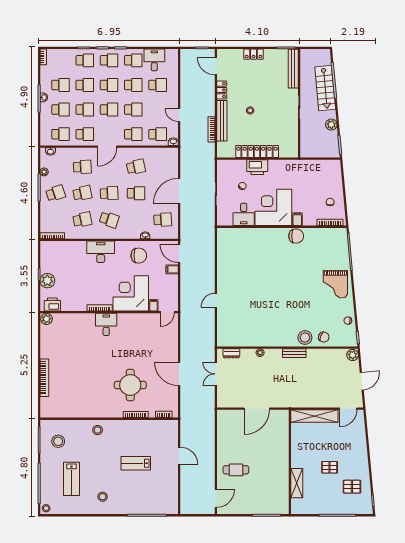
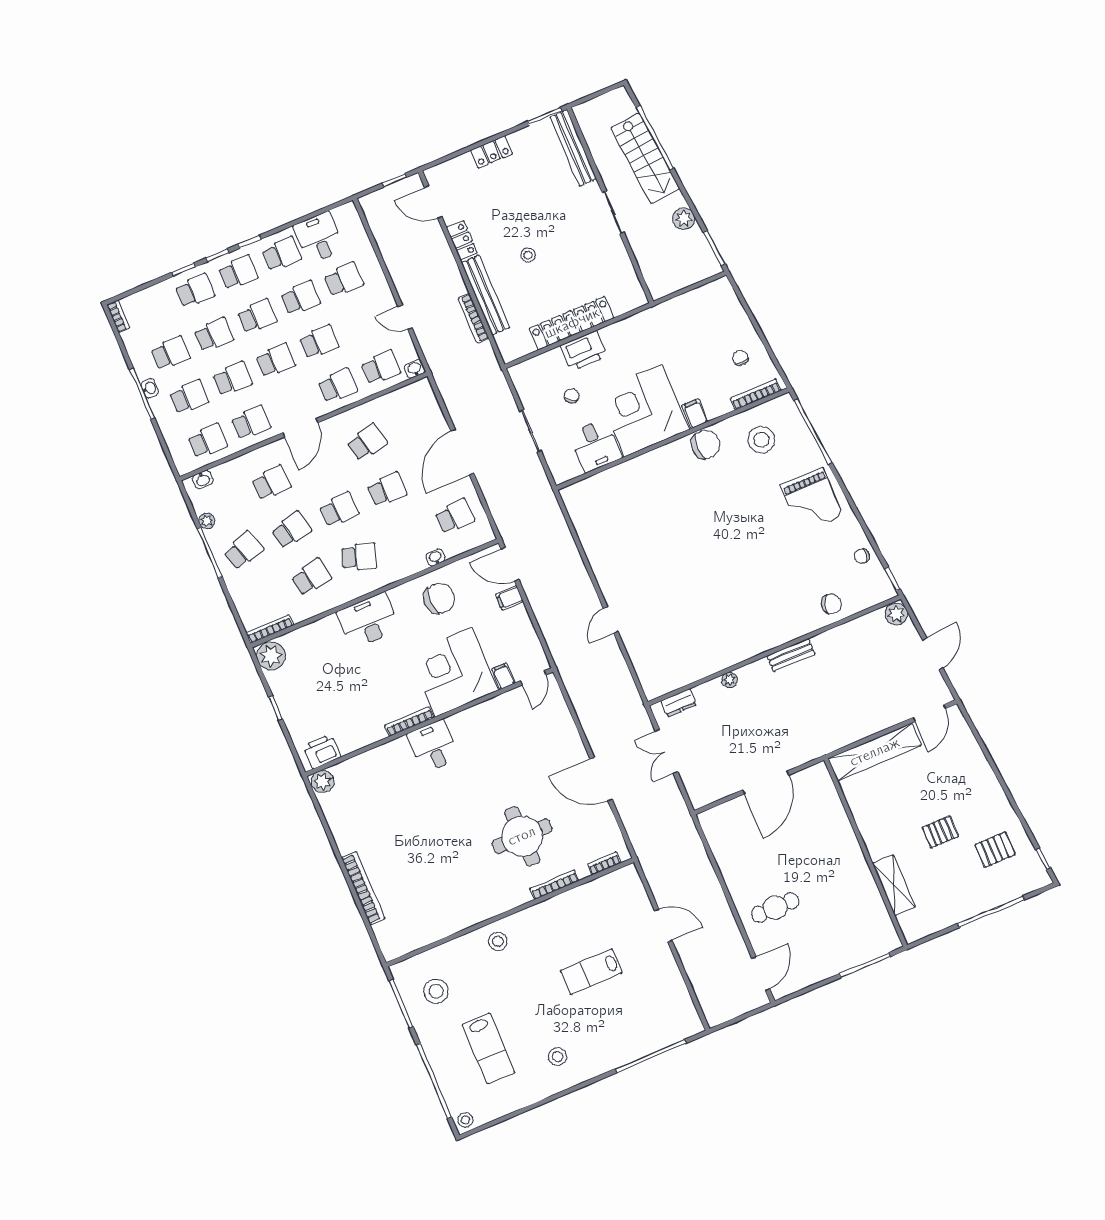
plant: (47, 281) -> (271, 656), moved
stool: (305, 337) -> (761, 440), moved

